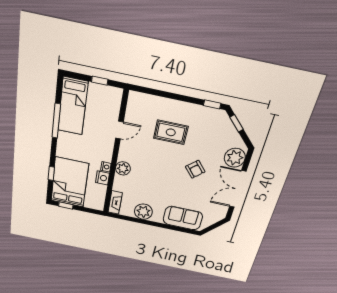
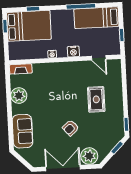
door: (119, 130) -> (99, 58), moved
plant: (123, 168) -> (55, 69), removed
nightstand: (102, 178) -> (73, 52), moved

